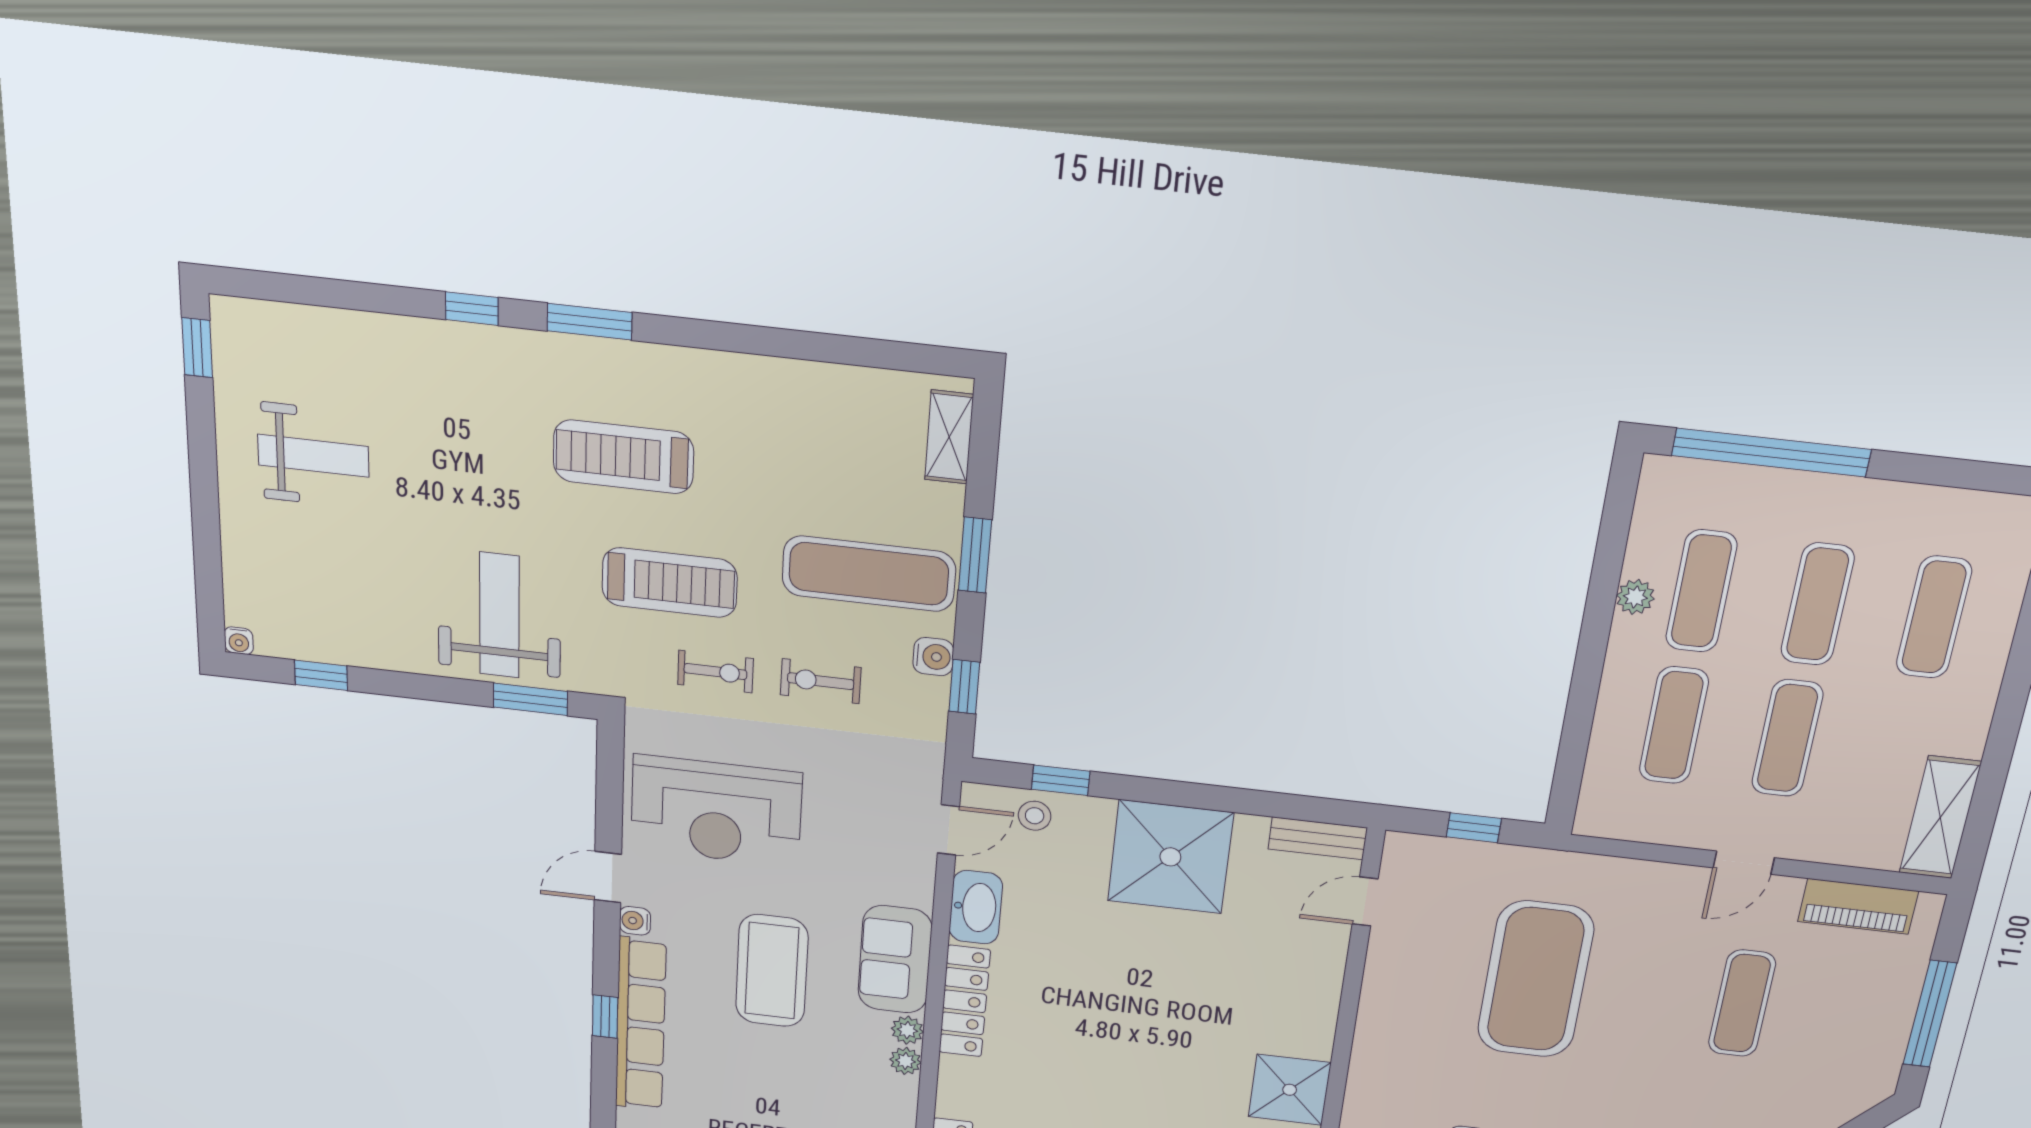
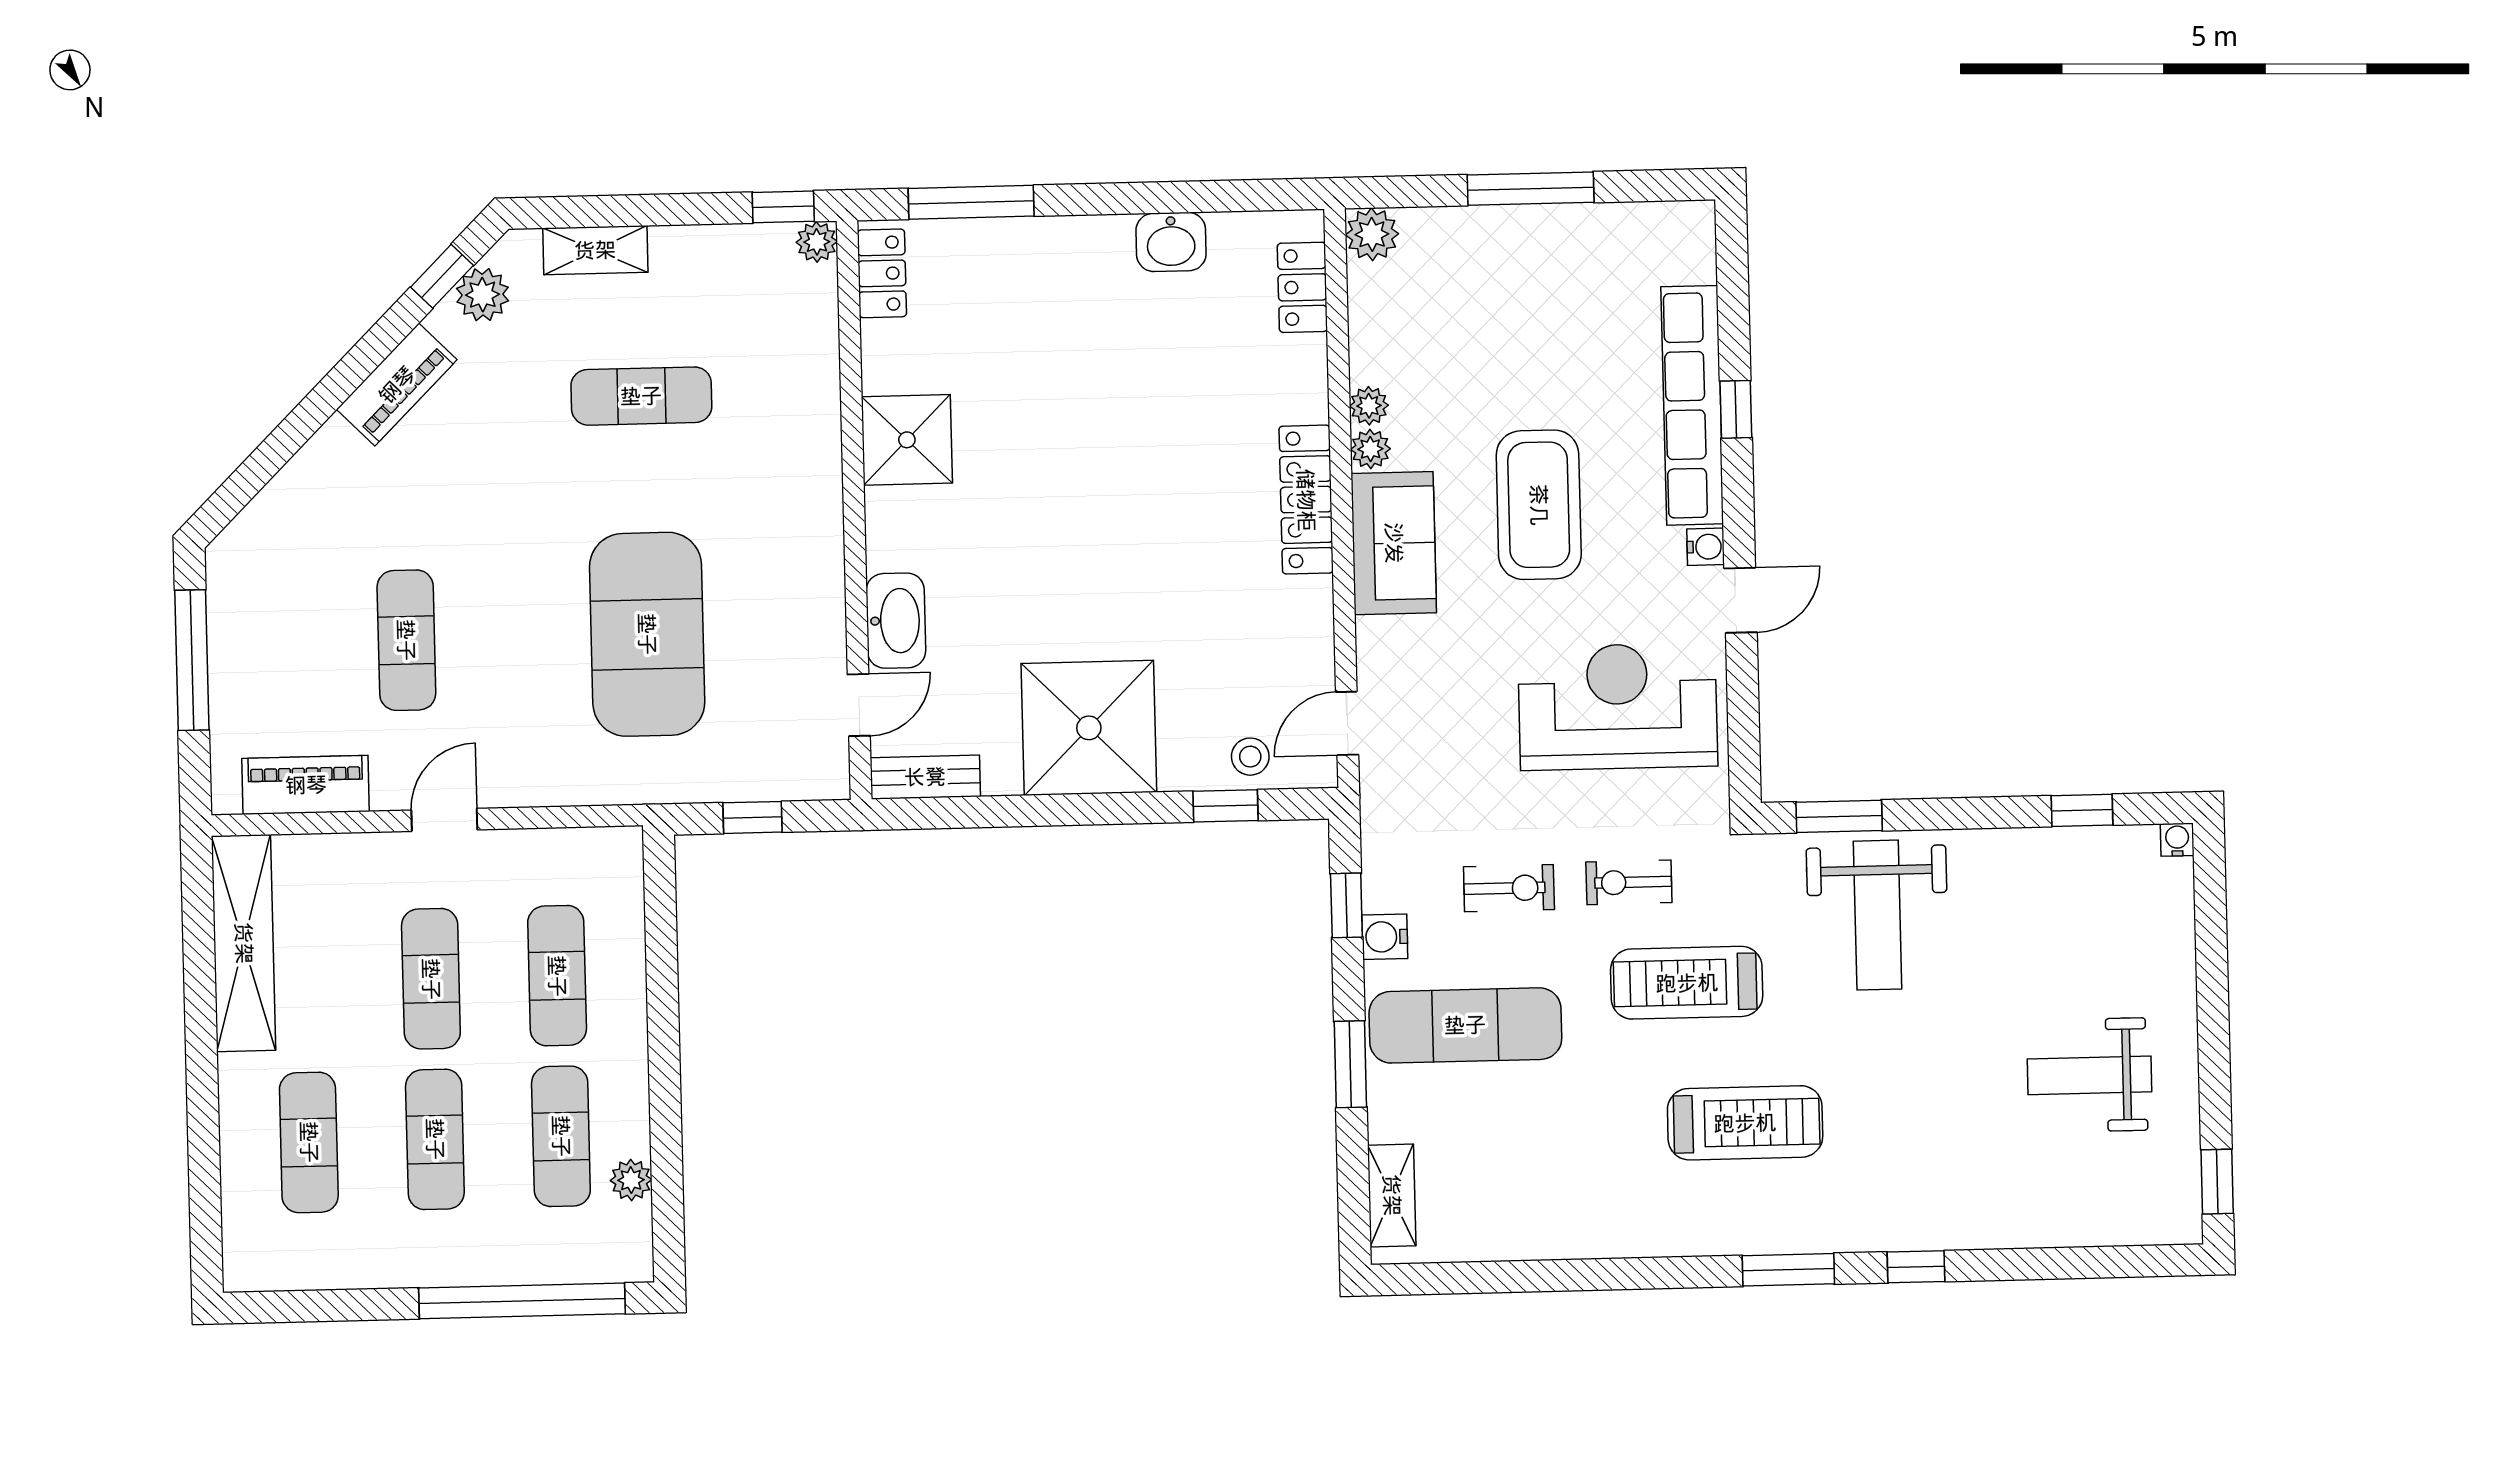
plant: (1635, 597) -> (631, 1180), moved
shelving: (1940, 817) -> (244, 943), width x1.47
washbasin: (976, 907) -> (896, 621), moved, turned 180

